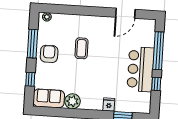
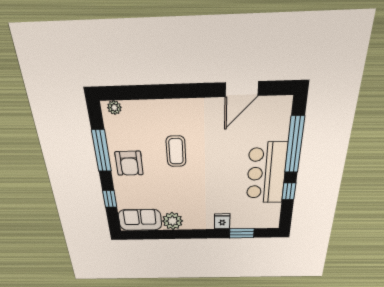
armchair: (49, 54) -> (129, 163), turned 180

